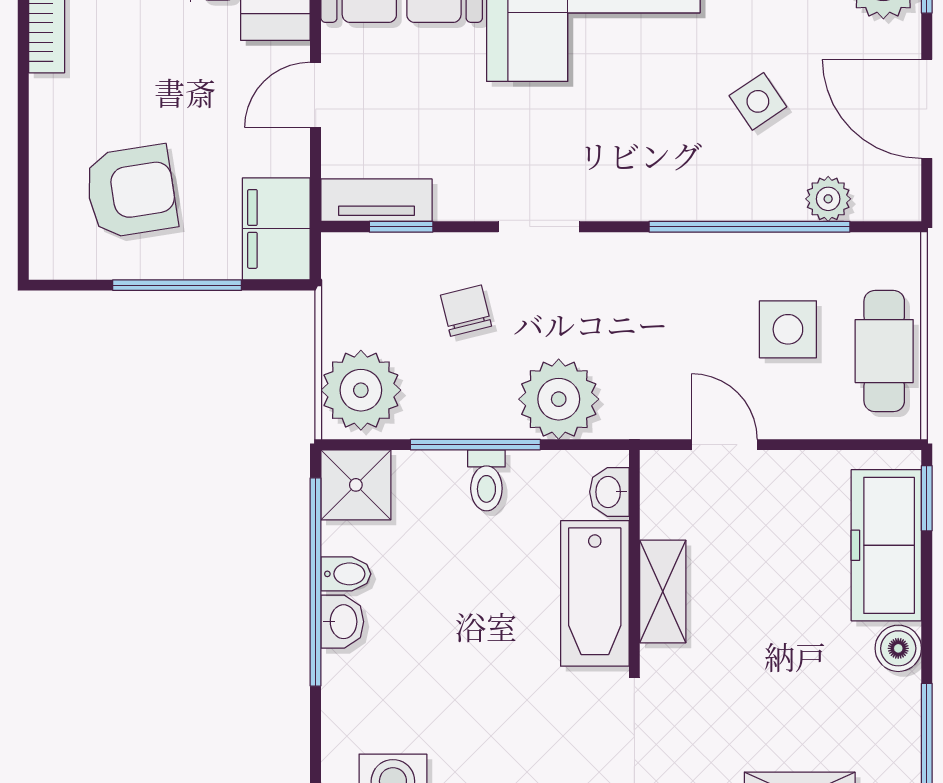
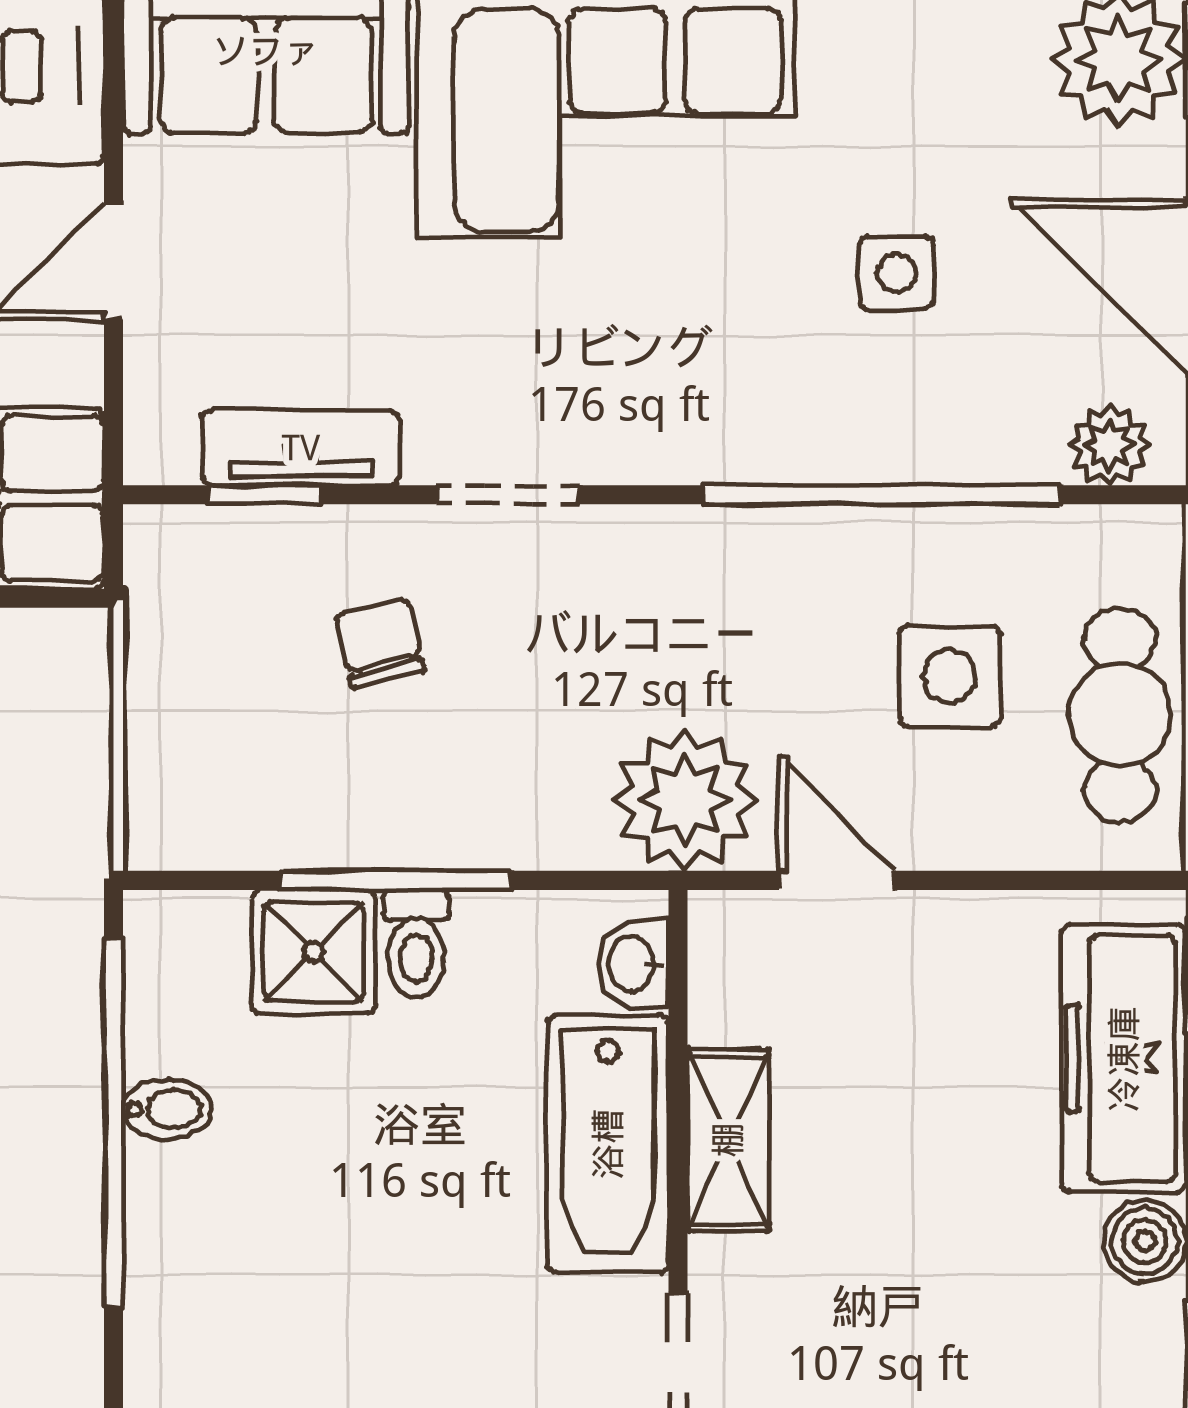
side table: (758, 101) -> (896, 273), turned 34
plant: (828, 199) -> (1109, 445), moved
tv unit: (376, 200) -> (301, 448), moved
plant: (361, 390) -> (194, 784), removed
plant: (559, 399) -> (685, 800), moved
shower: (356, 485) -> (313, 952), moved
washbasin: (342, 622) -> (161, 1194), removed

